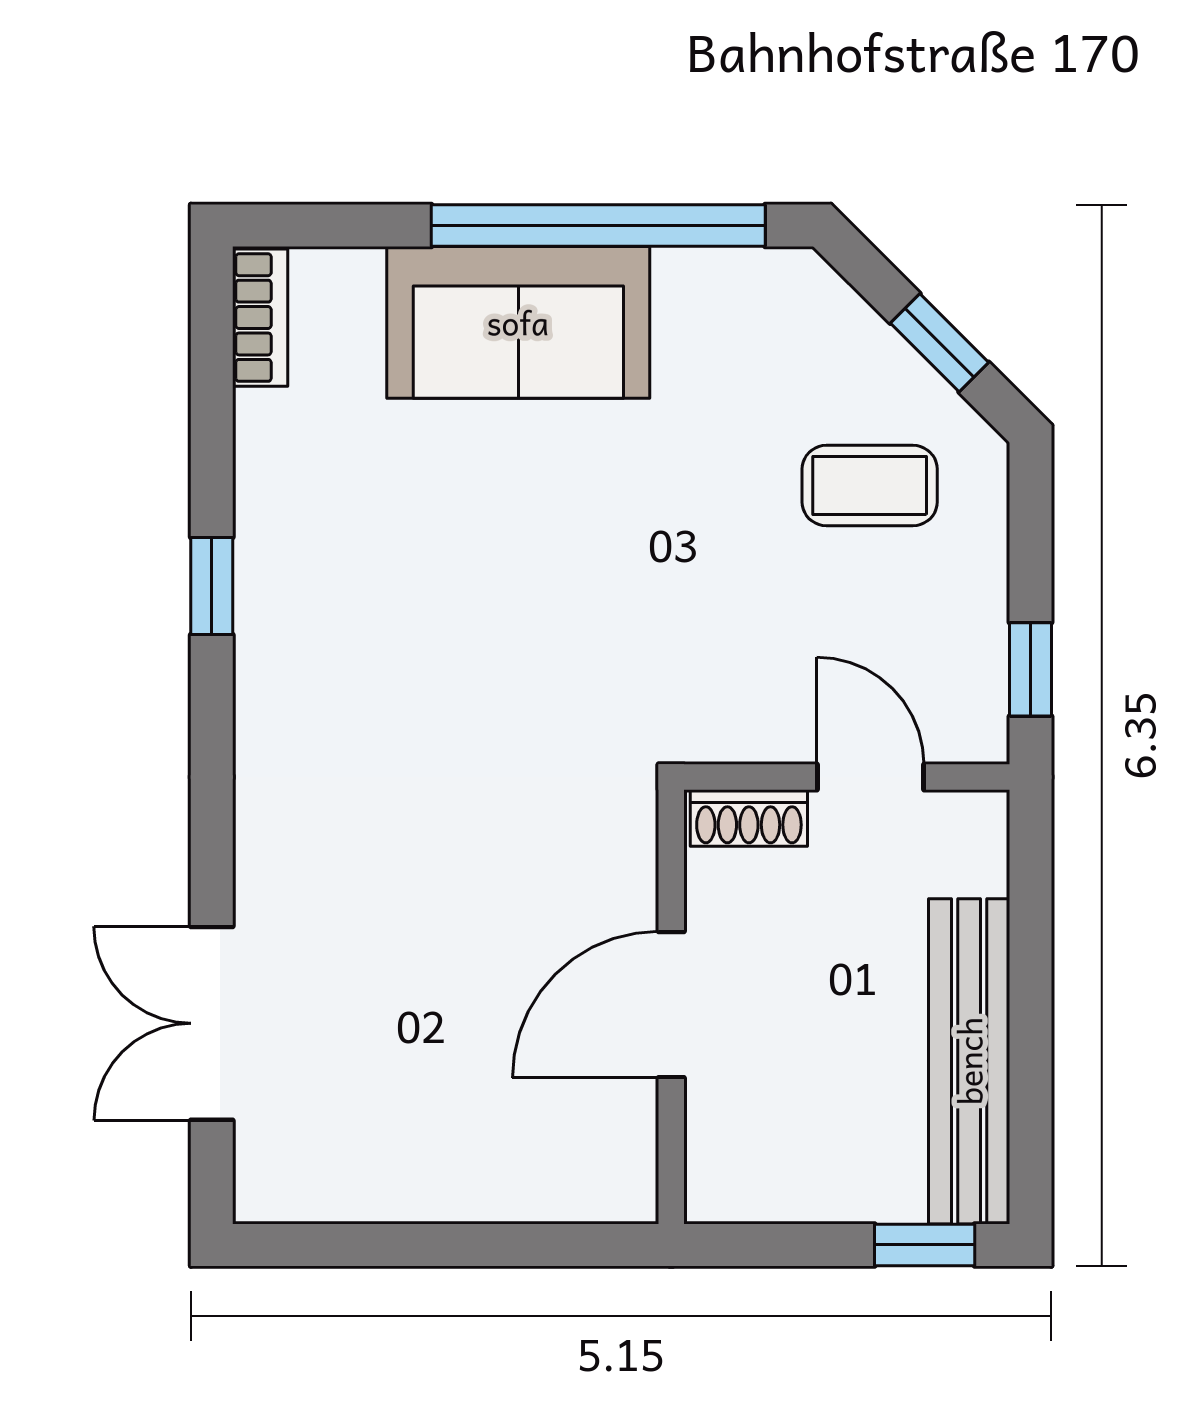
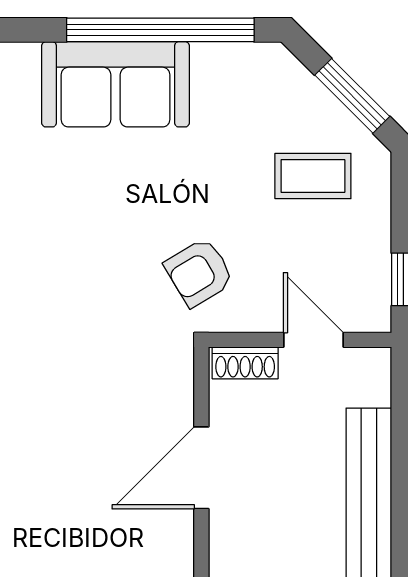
window: (940, 343) -> (352, 96), width x1.50
armchair: (667, 657) -> (199, 272), added

